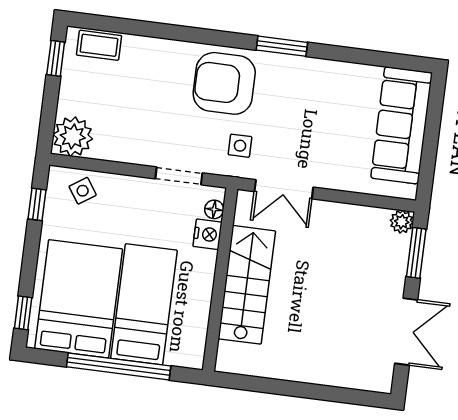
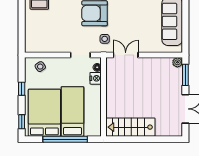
window: (56, 58) -> (22, 12), removed
plant: (73, 137) -> (33, 44), removed
double door: (284, 189) -> (126, 55), swing flipped
window: (37, 204) -> (22, 89), moved
stairs: (247, 285) -> (130, 127), moved, turned -90

